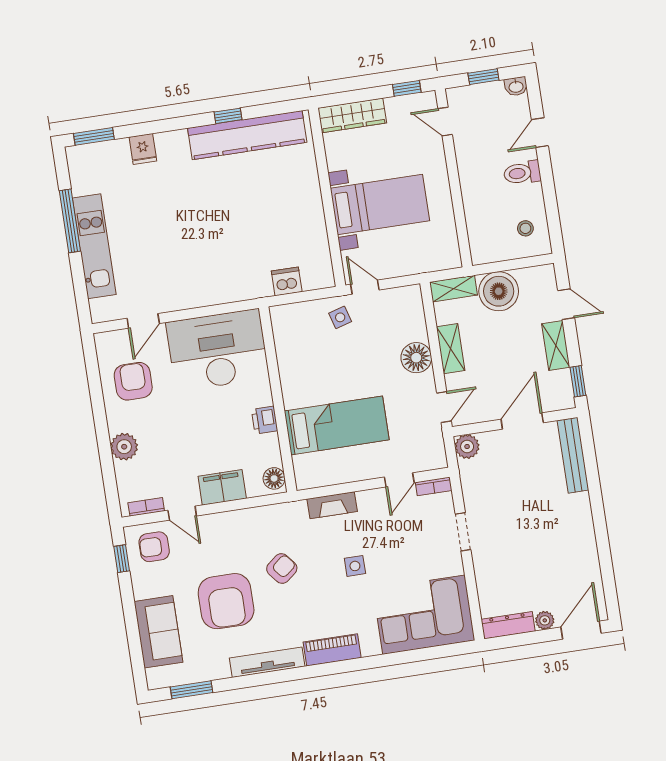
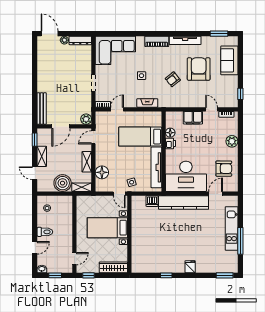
door: (445, 122) -> (74, 259), hinge flipped
kitchen counter: (247, 135) -> (184, 203), moved, turned 180
fridge: (143, 149) -> (190, 267), moved
floor lamp: (416, 358) -> (102, 172), moved
tv unit: (289, 360) -> (156, 167), added
armchair: (133, 381) -> (224, 169), turned -90
floor lamp: (274, 478) -> (170, 133), moved
armchair: (154, 547) -> (226, 97), removed
door: (581, 630) -> (50, 34), swing flipped

